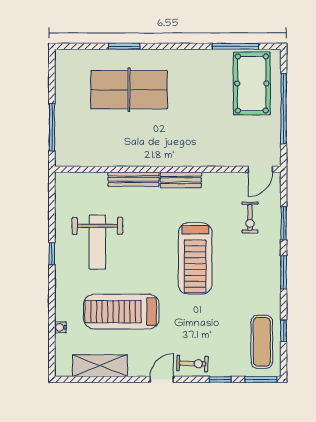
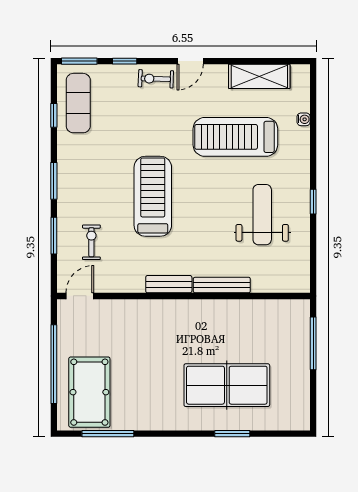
treadmill: (121, 312) -> (235, 137), turned 180

